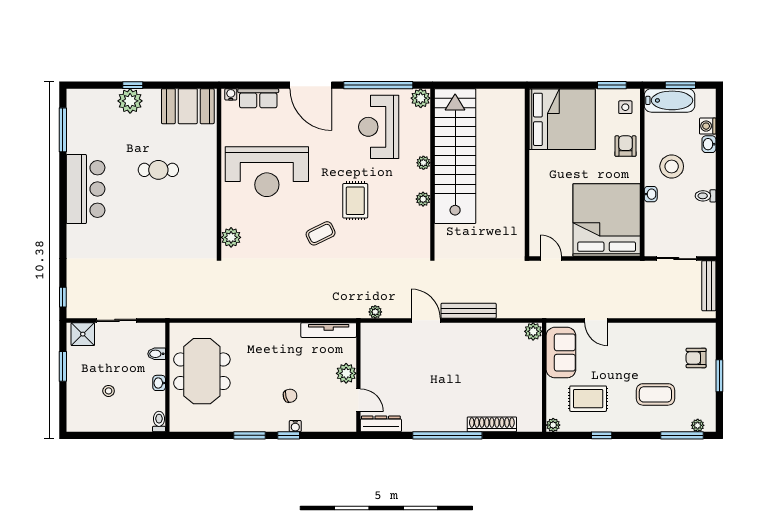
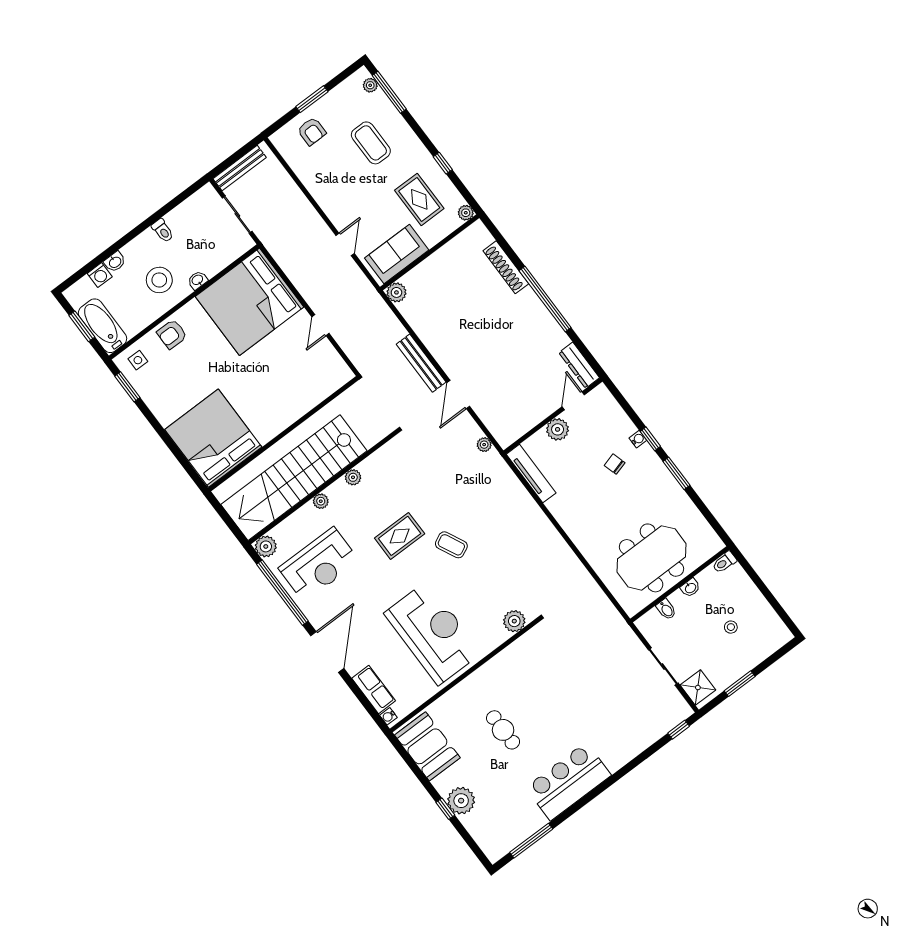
bed: (562, 119) -> (213, 438), moved
wall: (527, 172) -> (283, 434), moved

